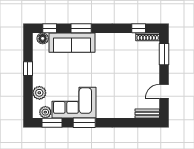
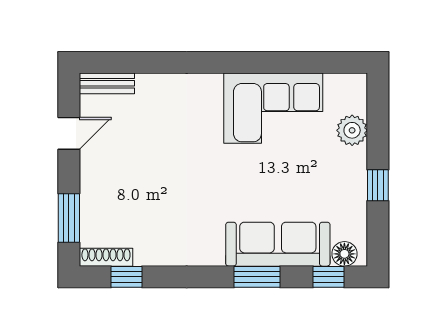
plant: (45, 112) -> (338, 86), removed
window: (52, 123) -> (323, 62), removed
window: (84, 123) -> (250, 62), removed

